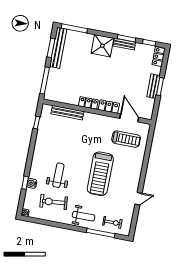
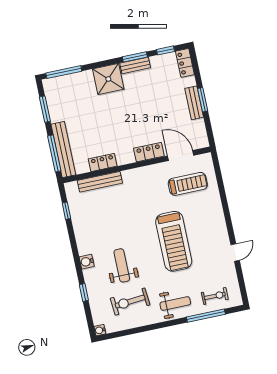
bench: (58, 48) -> (63, 150), moved
locker: (88, 103) -> (103, 162), moved
water cooler: (32, 183) -> (87, 262), moved

